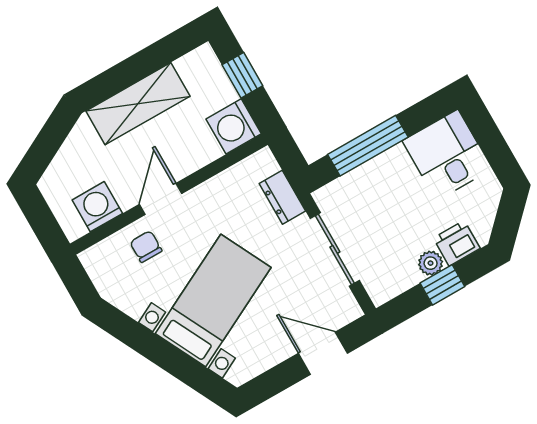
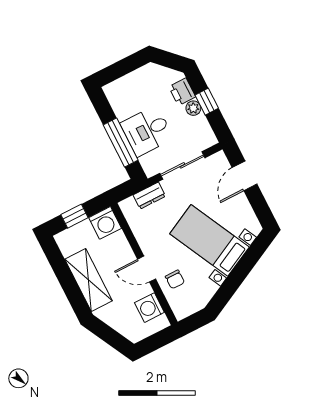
desk: (447, 155) -> (147, 131), moved
chair: (146, 247) -> (175, 279), turned -90

